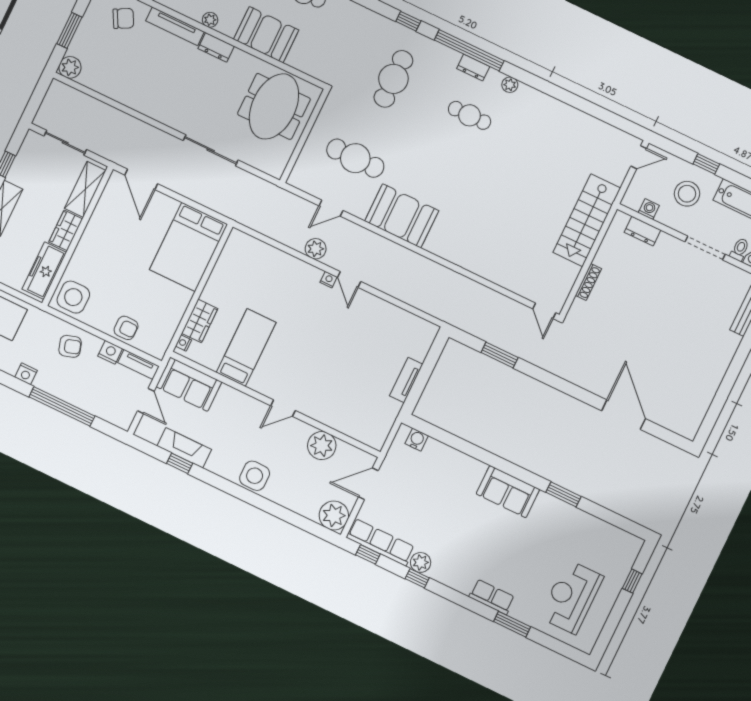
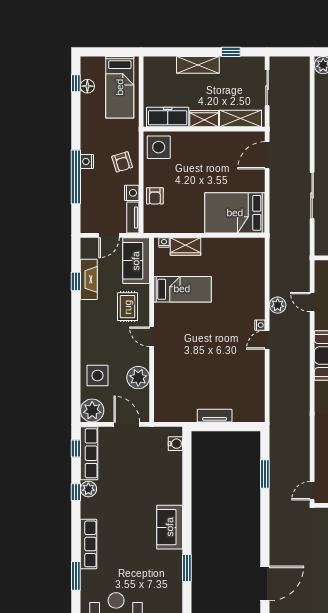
nightstand: (26, 374) -> (87, 161), moved
rug: (236, 419) -> (128, 307), added
side table: (255, 476) -> (97, 376), moved
row of seats: (492, 597) -> (88, 544), width x1.48

